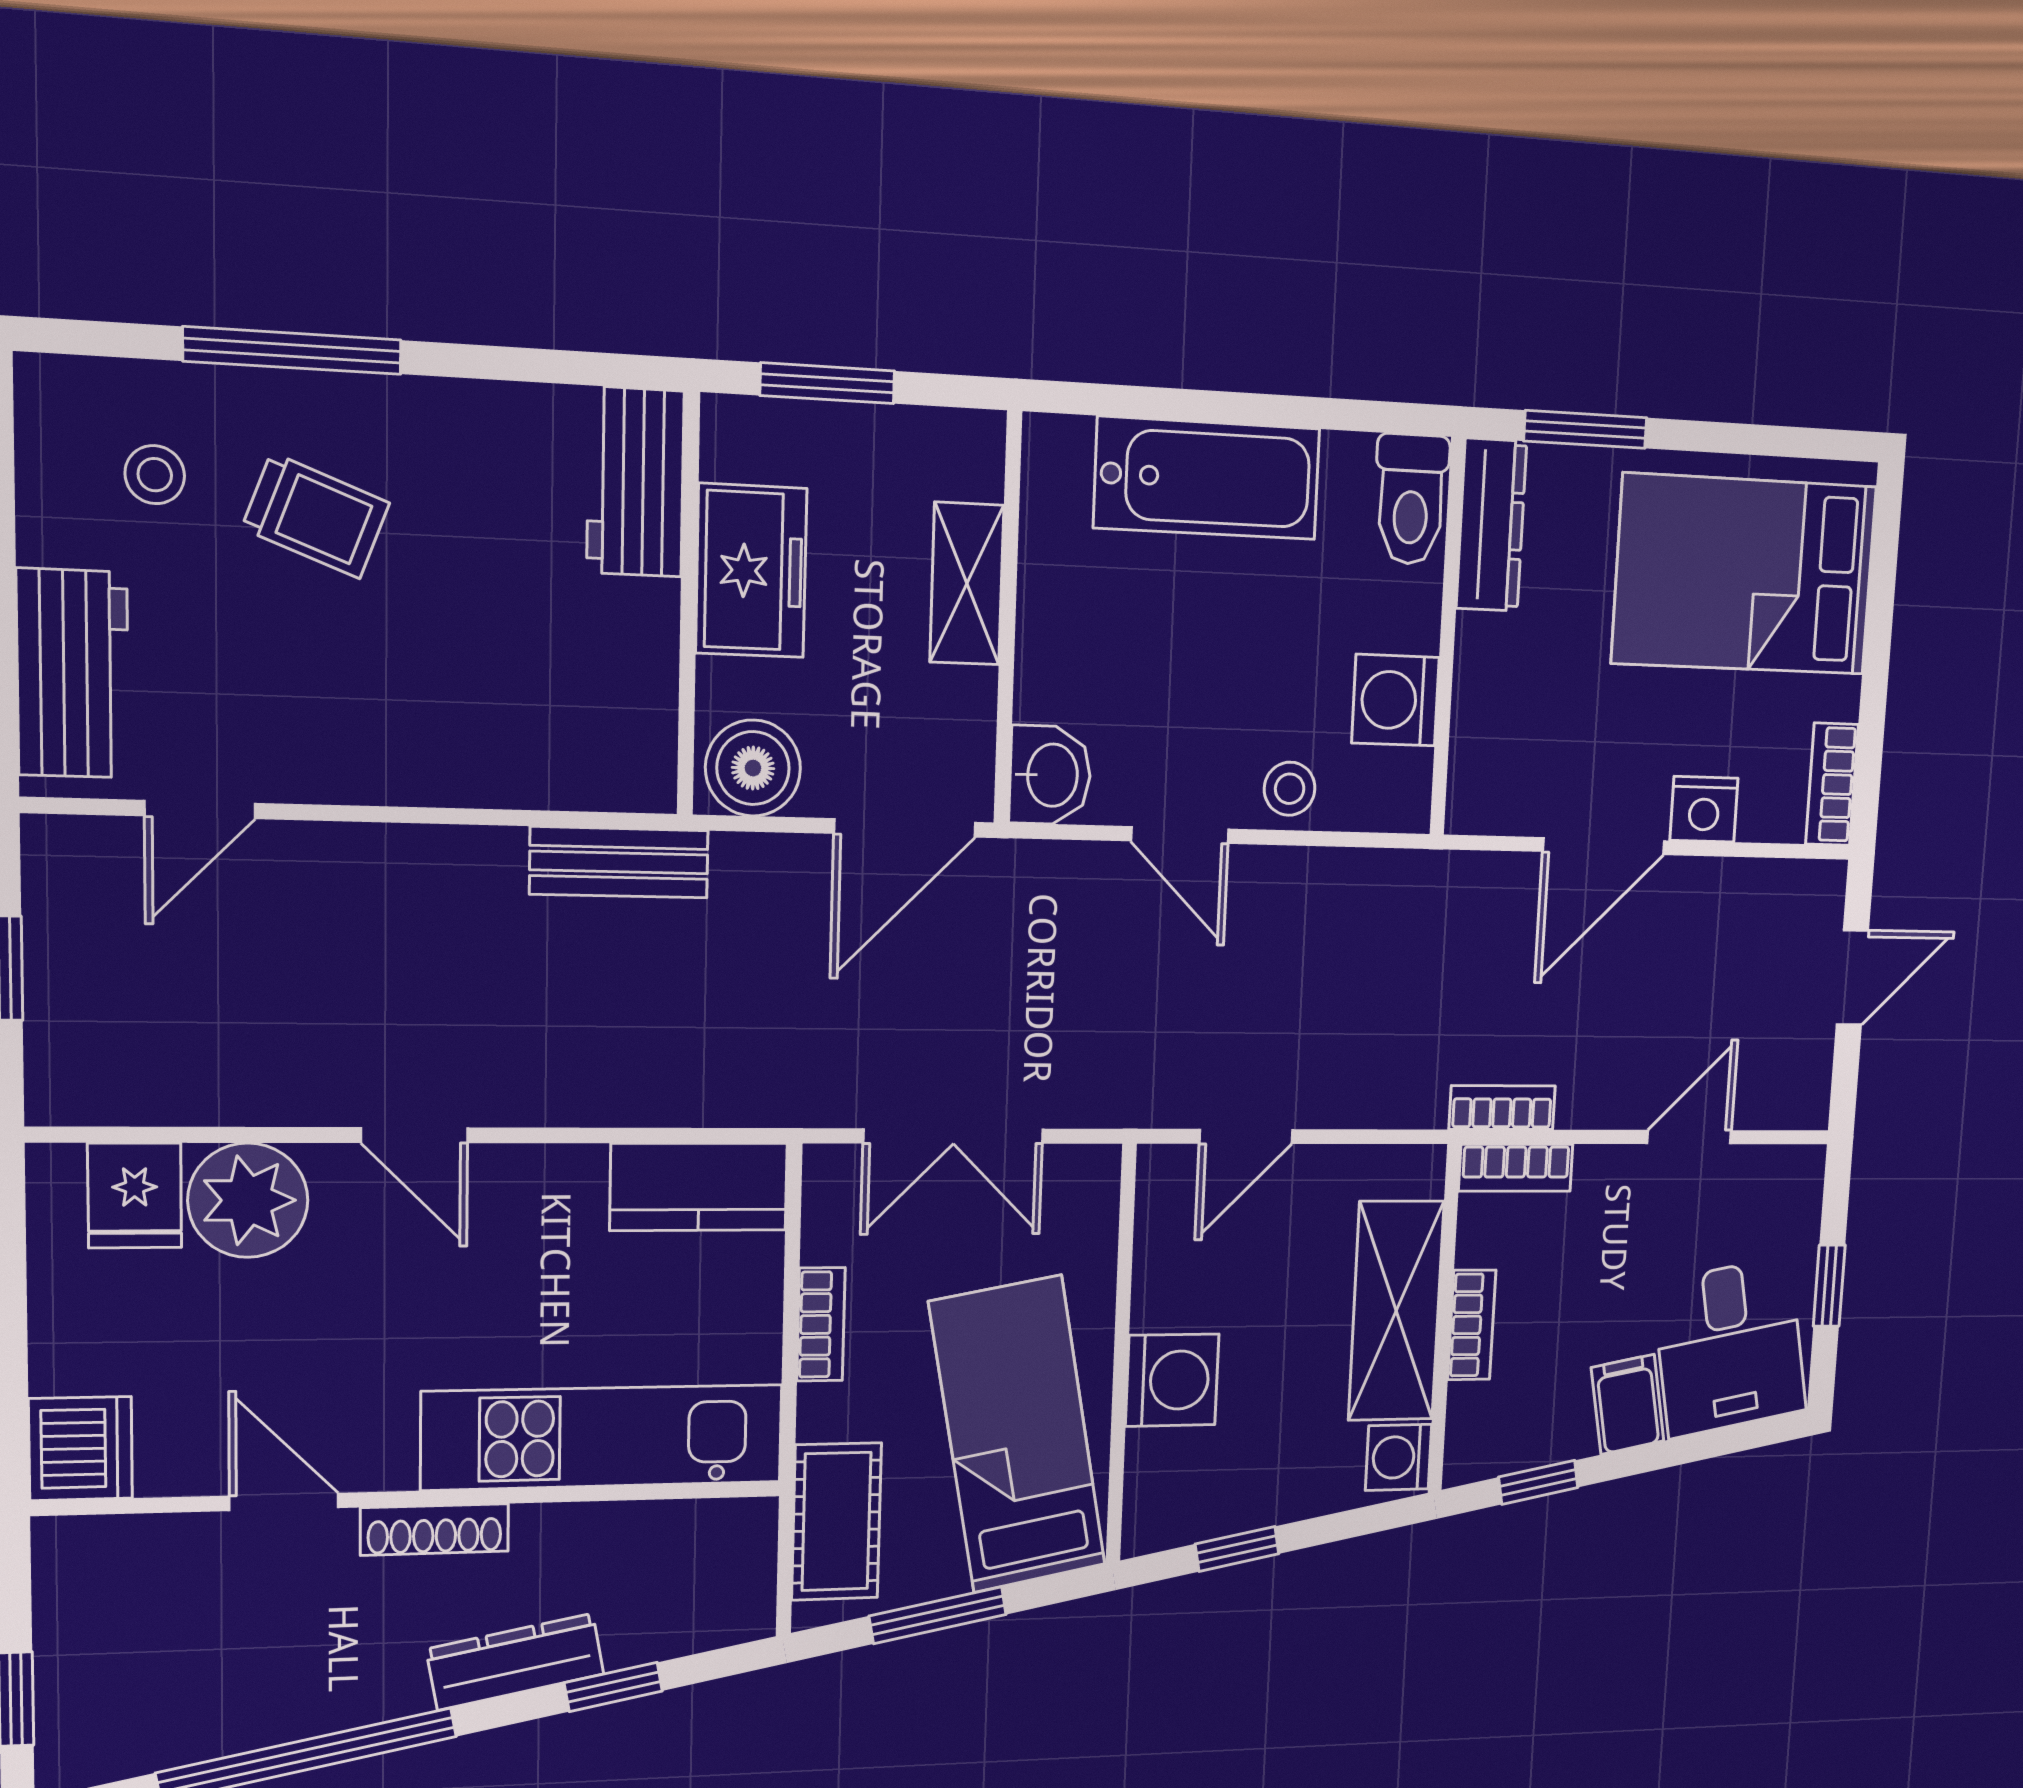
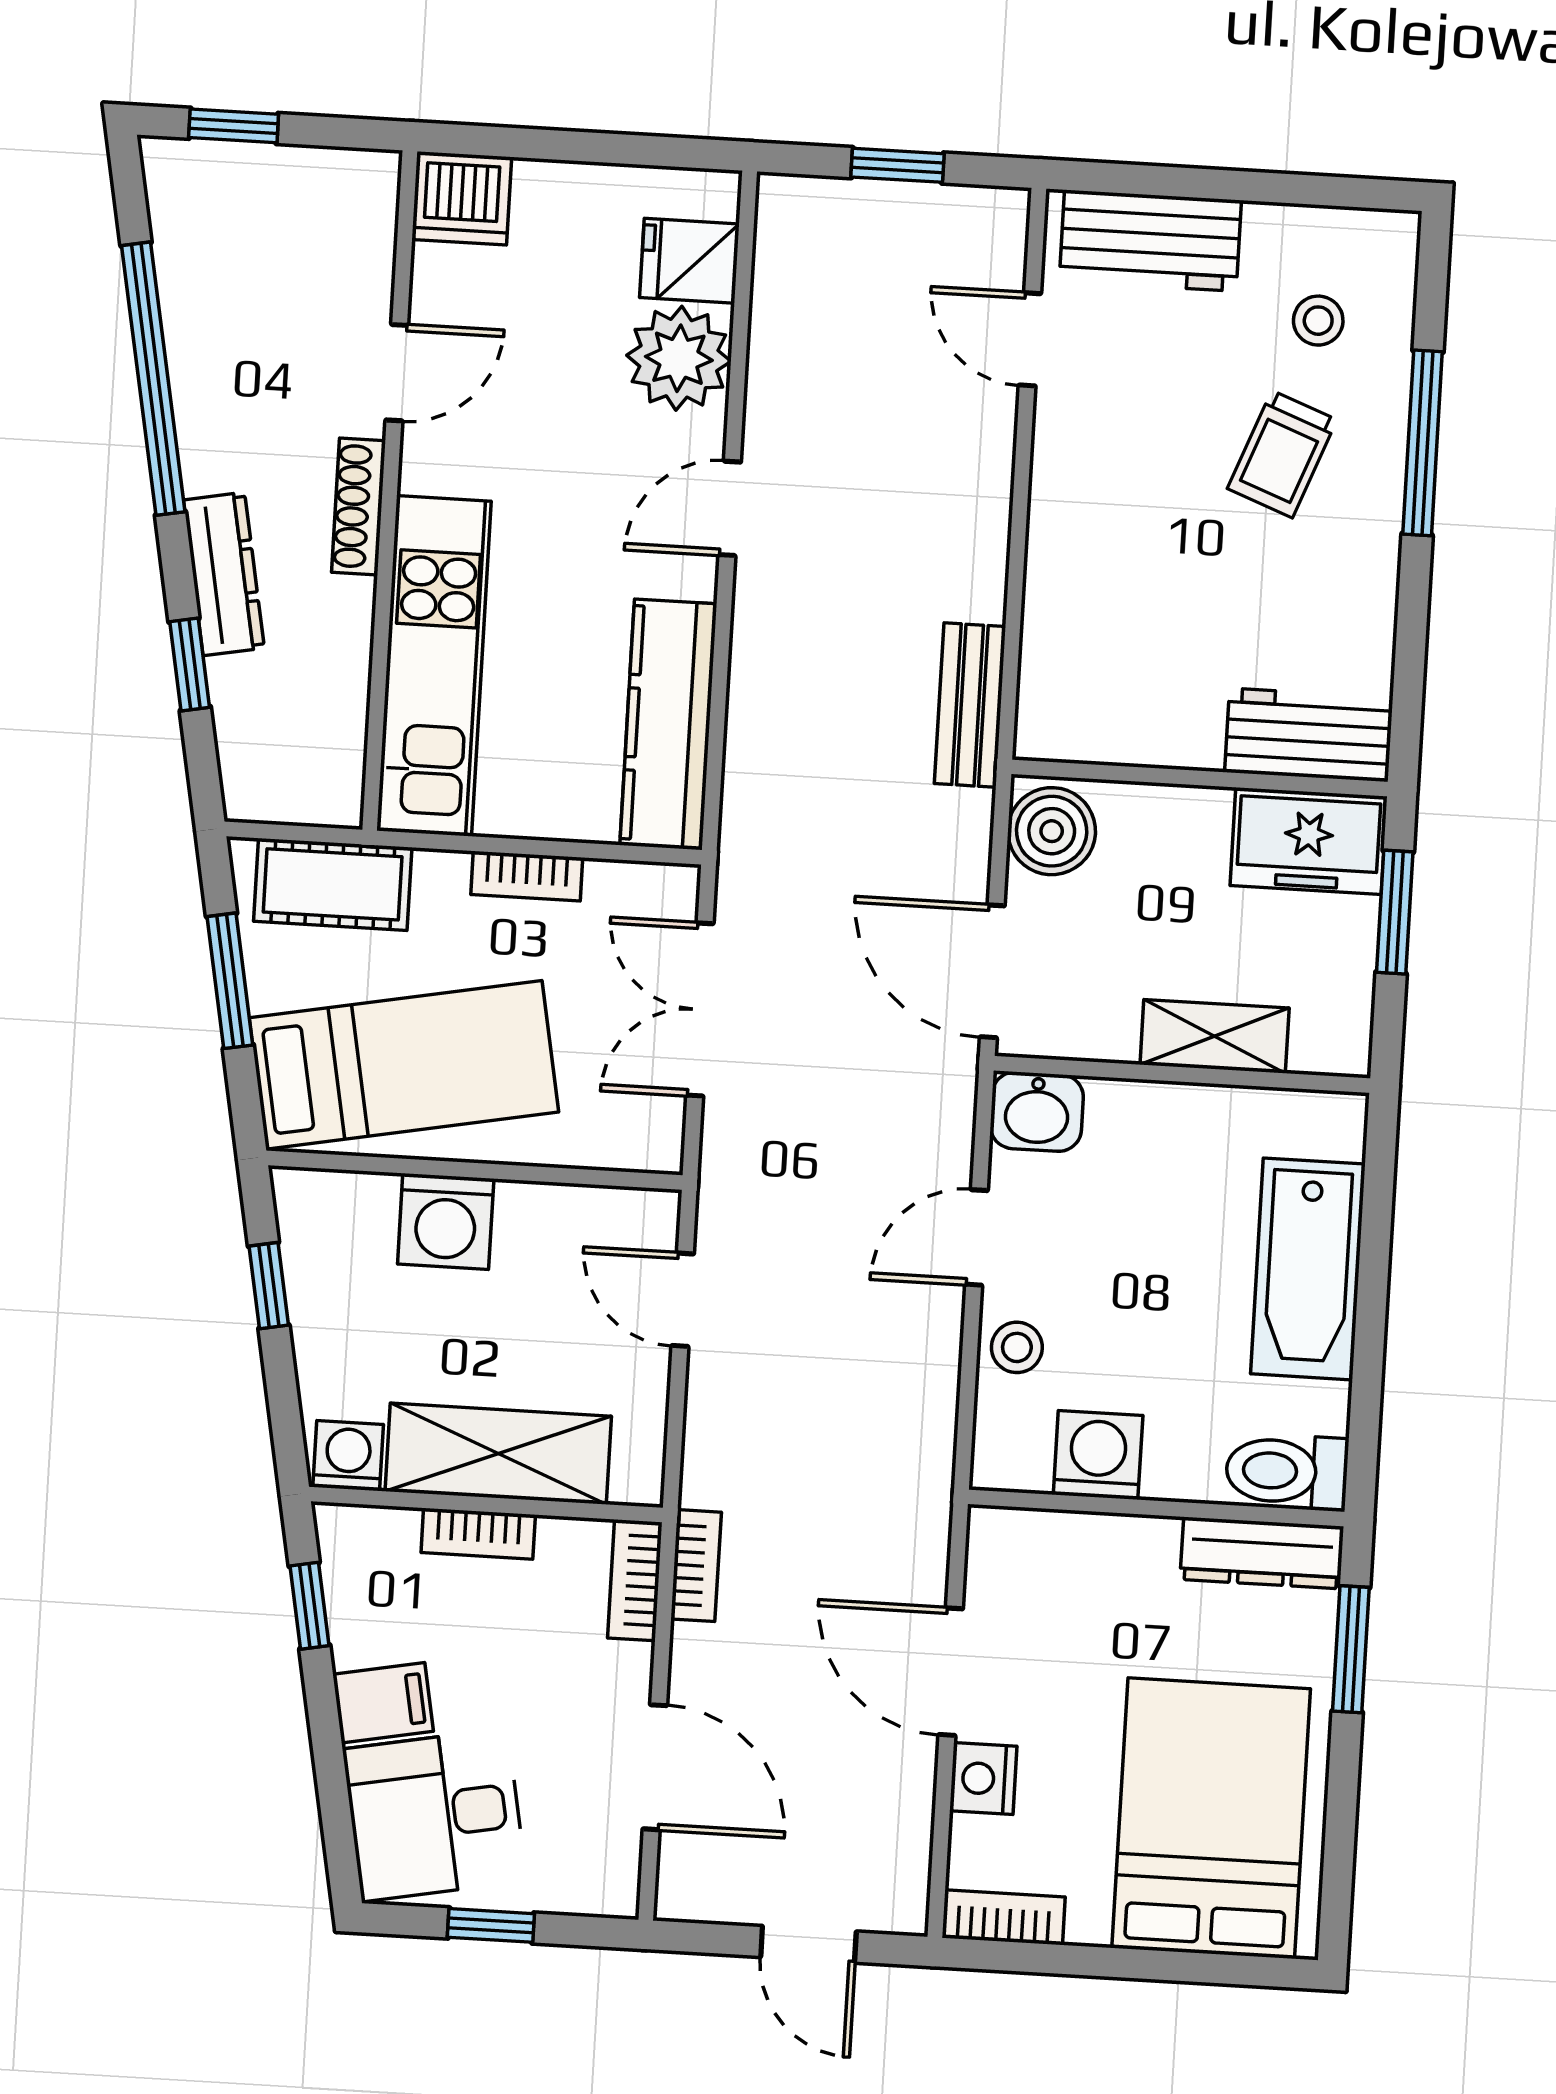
freezer: (751, 571) -> (1309, 841), moved
door: (1689, 1137) -> (655, 1767), width x1.38
kitchen counter: (699, 1187) -> (668, 724), width x1.50

